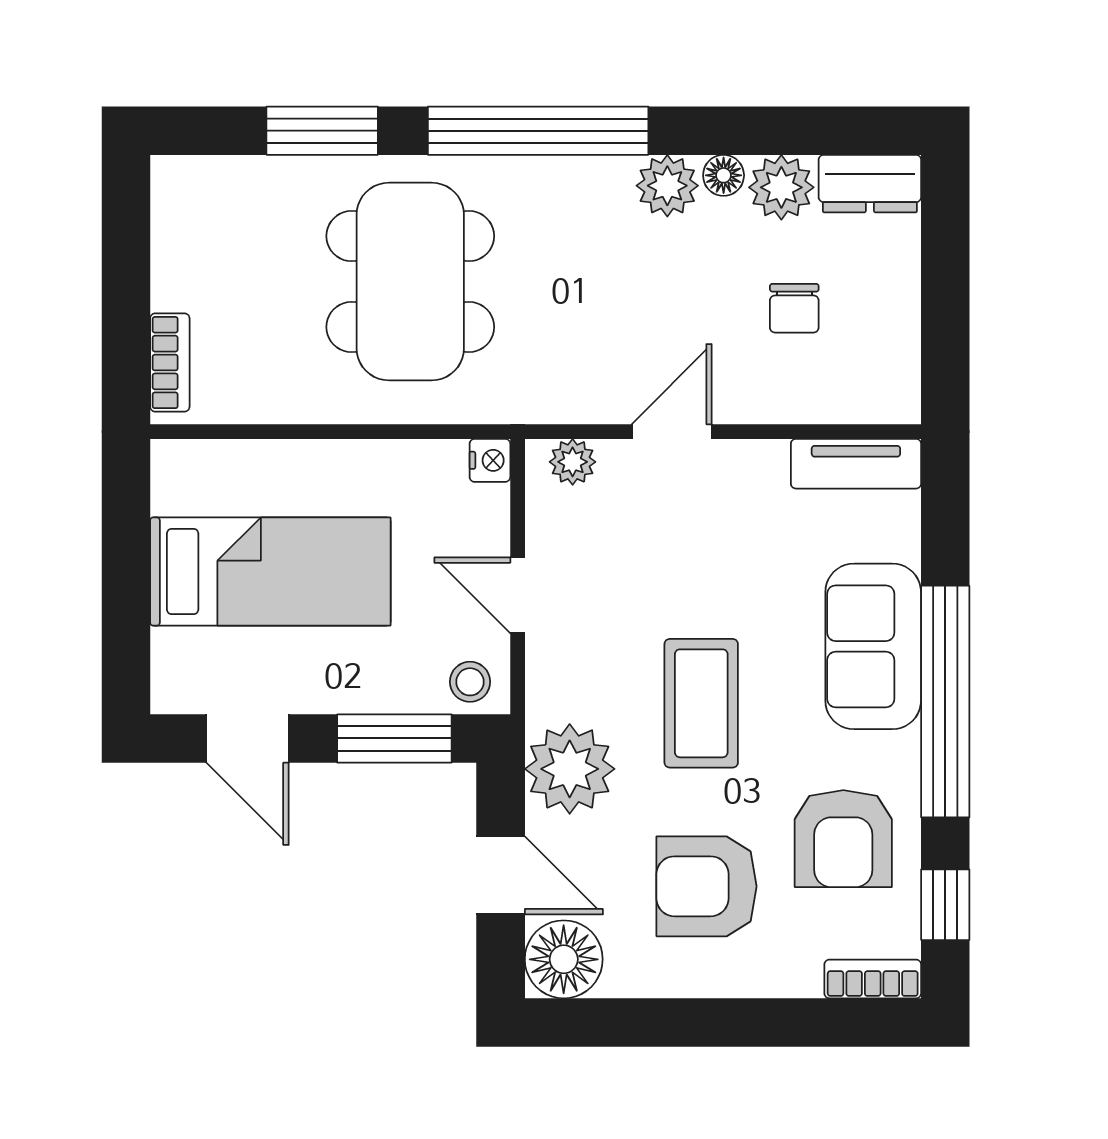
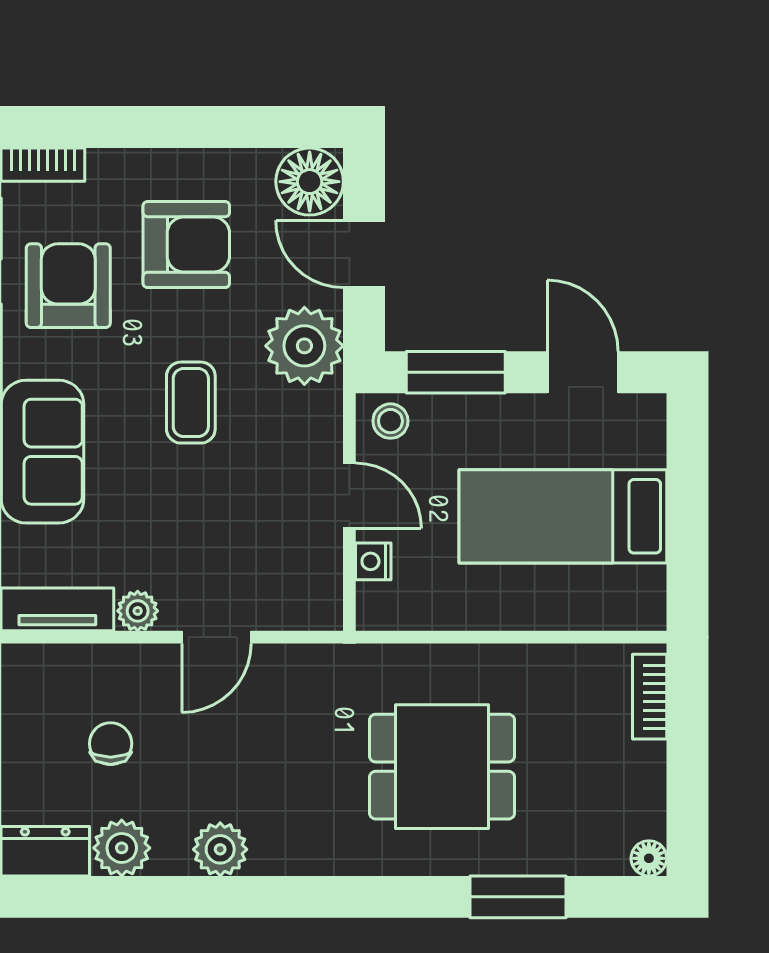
window: (538, 131) -> (332, 897), removed
floor lamp: (724, 175) -> (649, 858), moved
dining table: (410, 282) -> (442, 767), width x0.73
nightstand: (490, 460) -> (373, 561), moved
plant: (573, 462) -> (138, 611), moved
coffee table: (701, 703) -> (191, 403), width x0.73, depth x0.77

